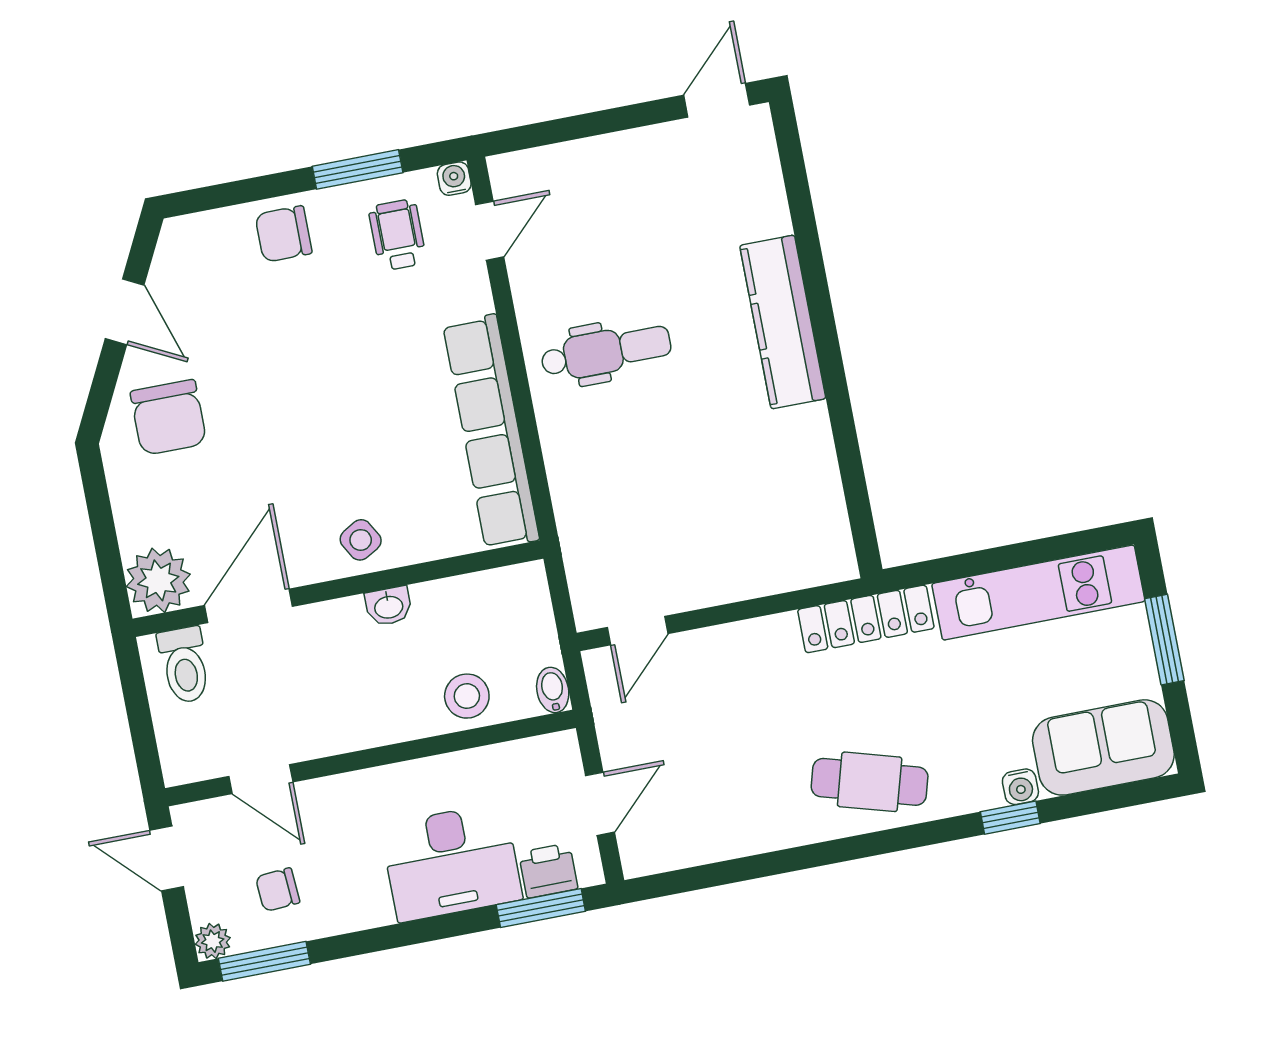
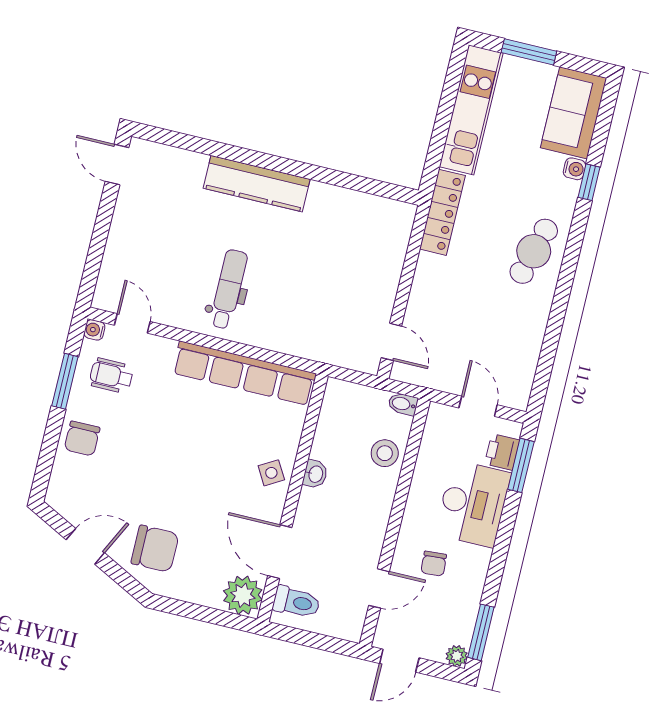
chair: (278, 890) -> (434, 564), moved

